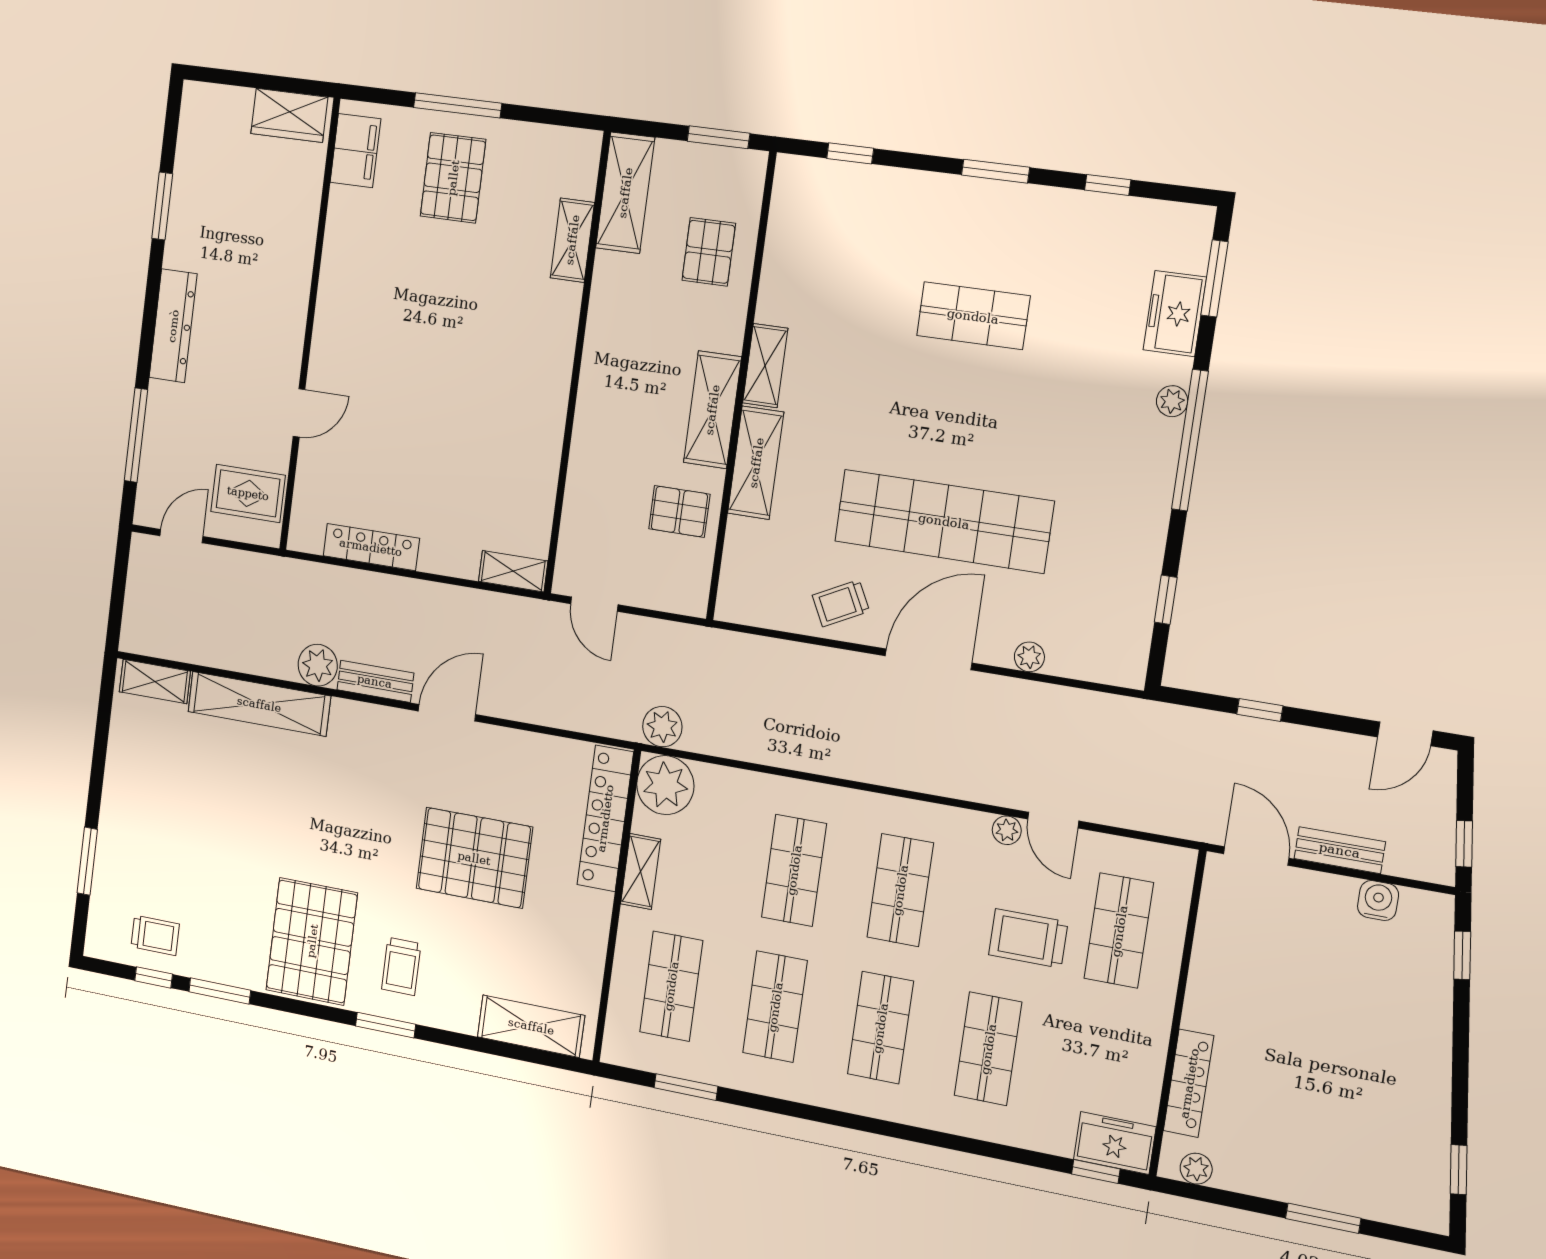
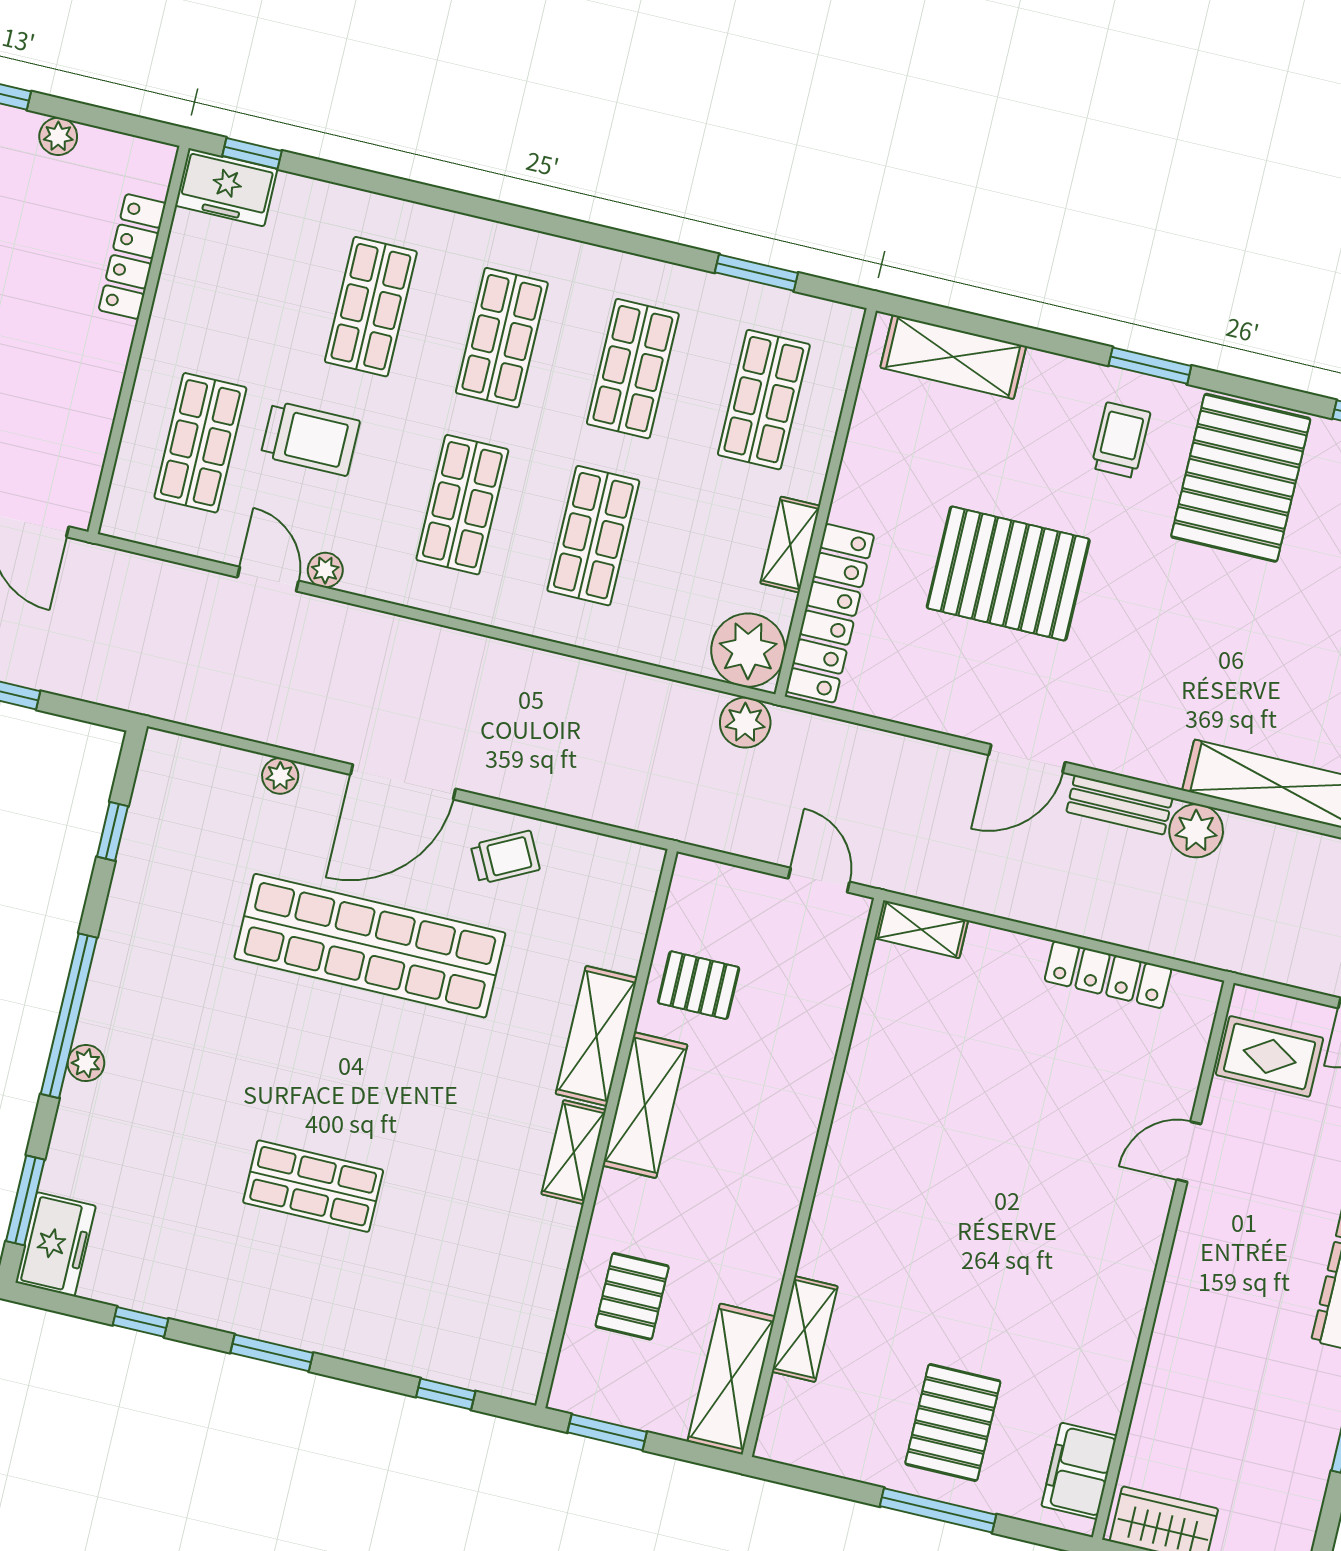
freezer: (1175, 314) -> (56, 1244), moved
plant: (1196, 1169) -> (58, 136), moved

